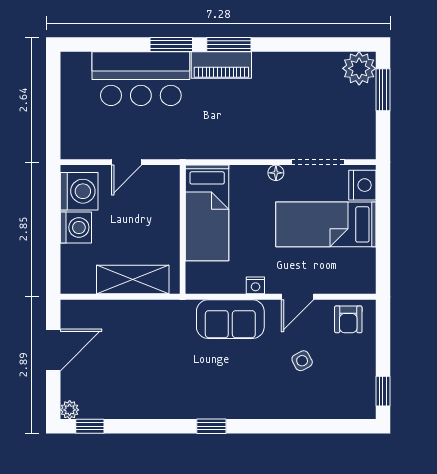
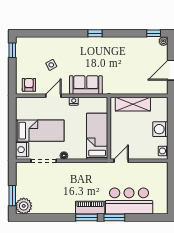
door: (127, 162) -> (121, 161), moved
washing machine: (79, 191) -> (163, 151), width x0.53, depth x0.53

